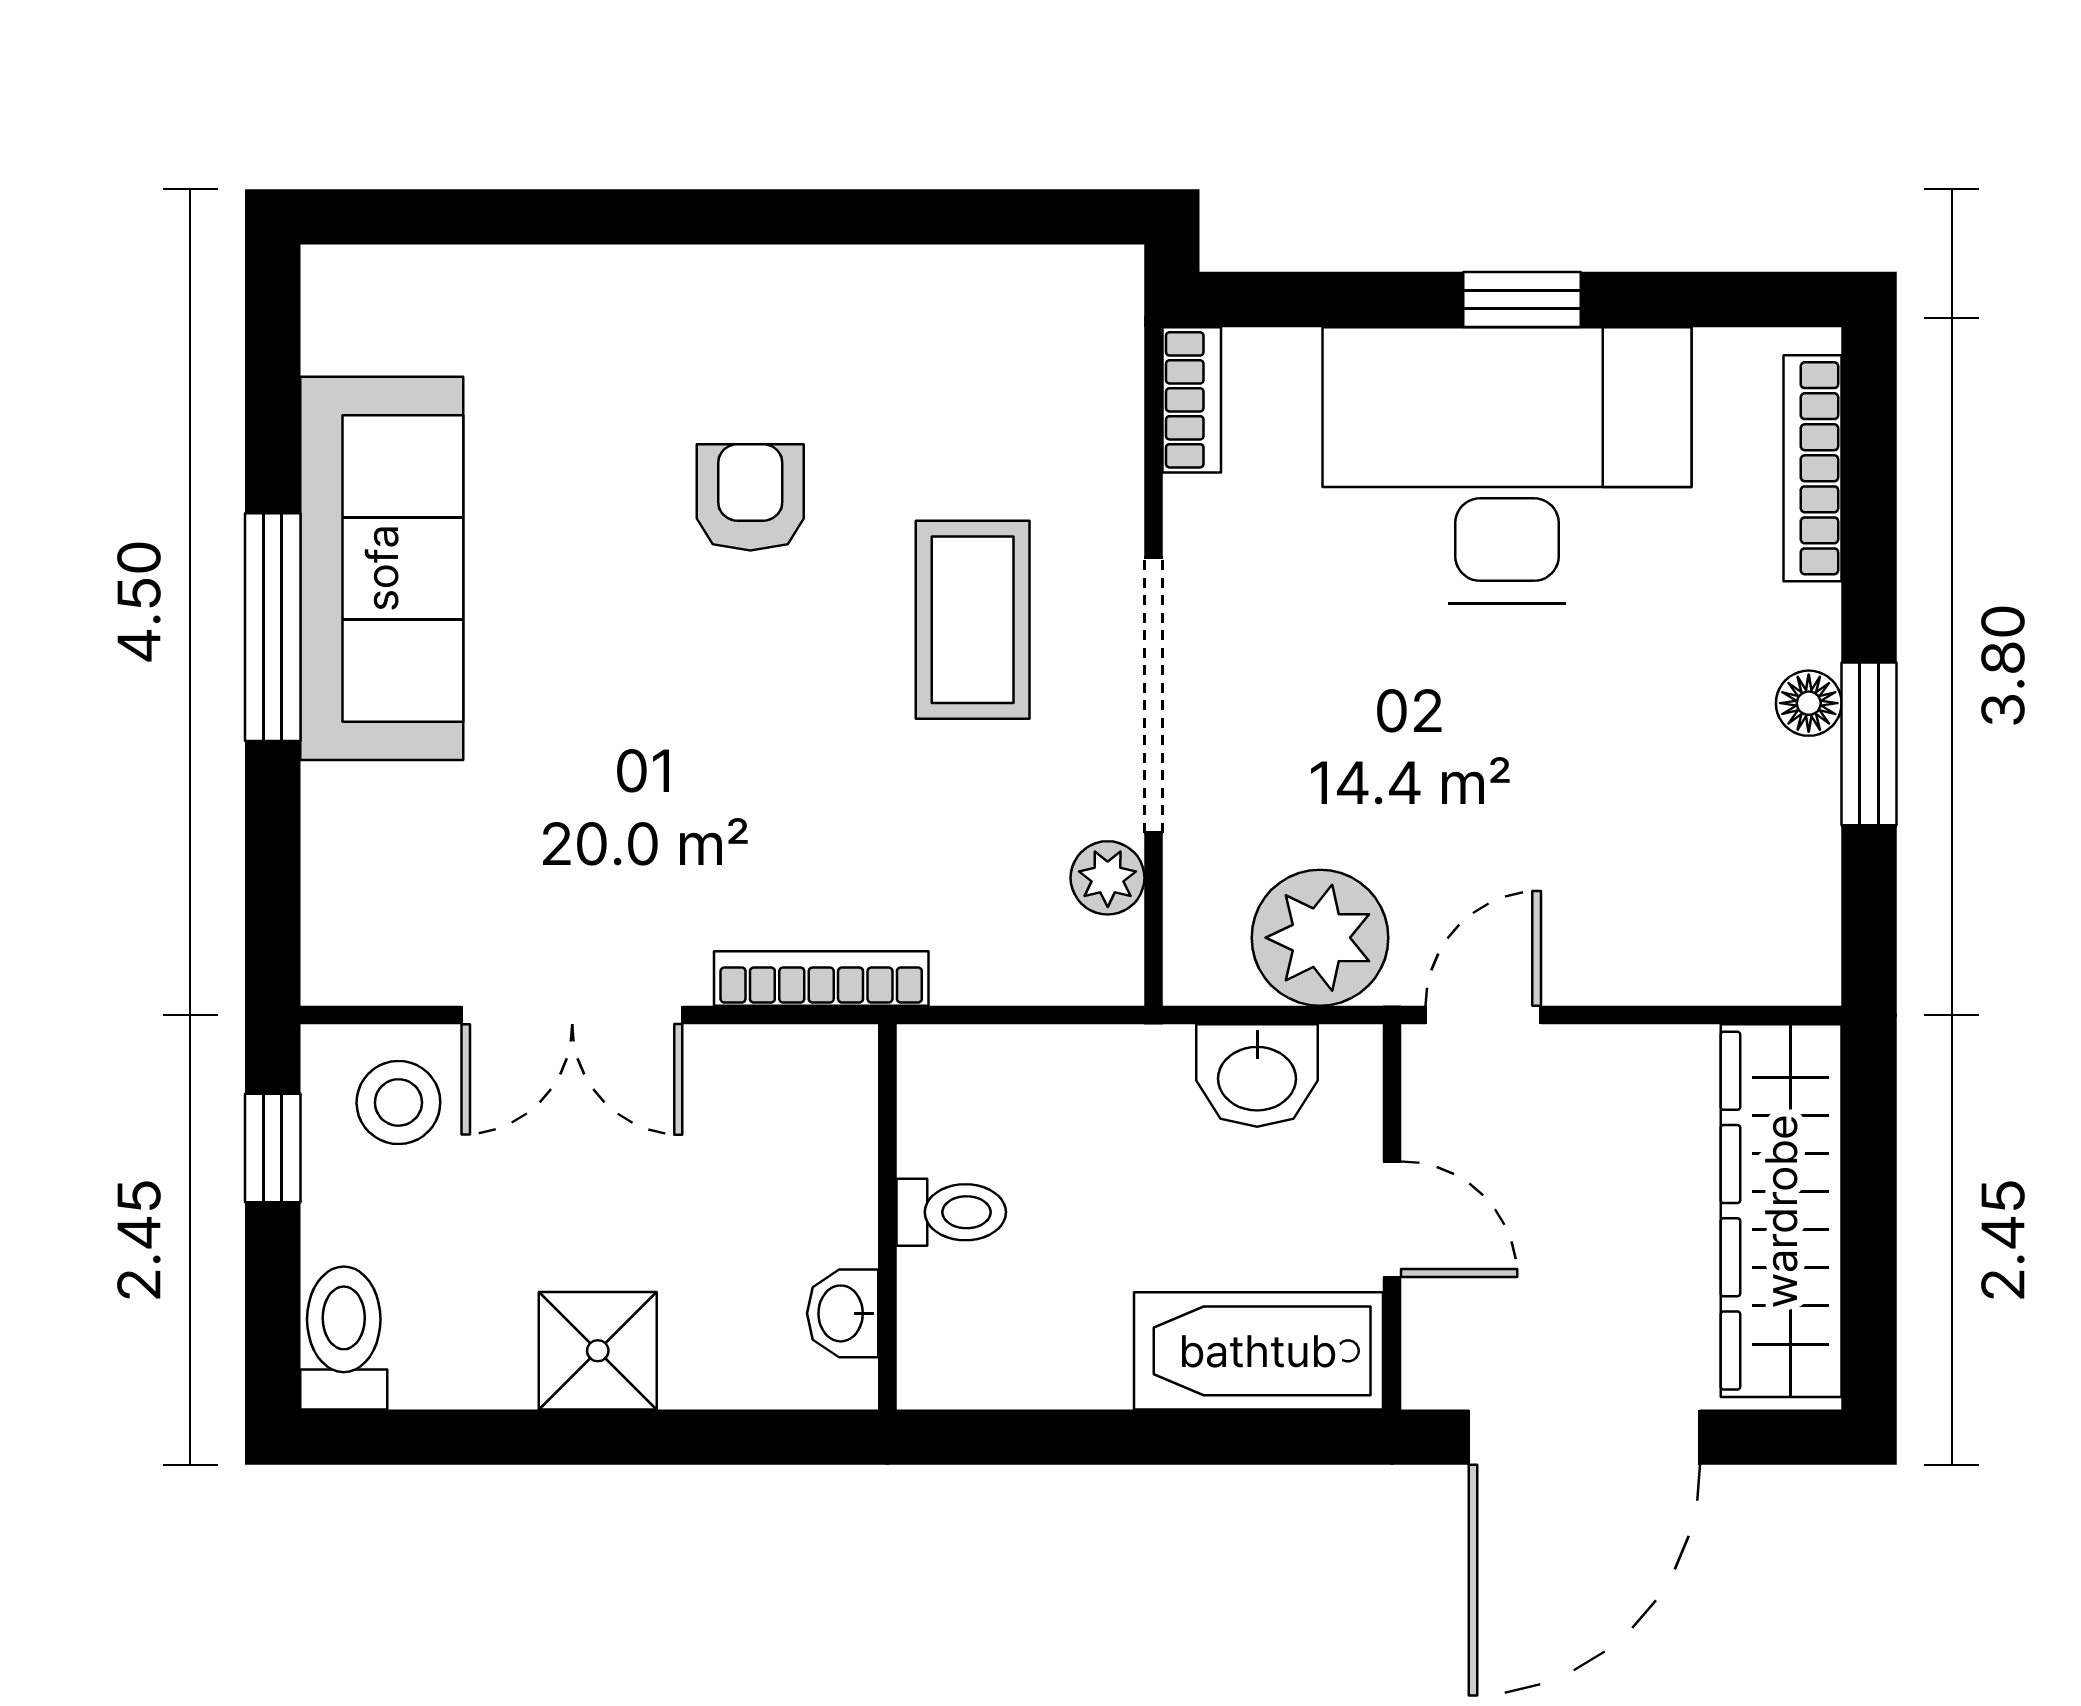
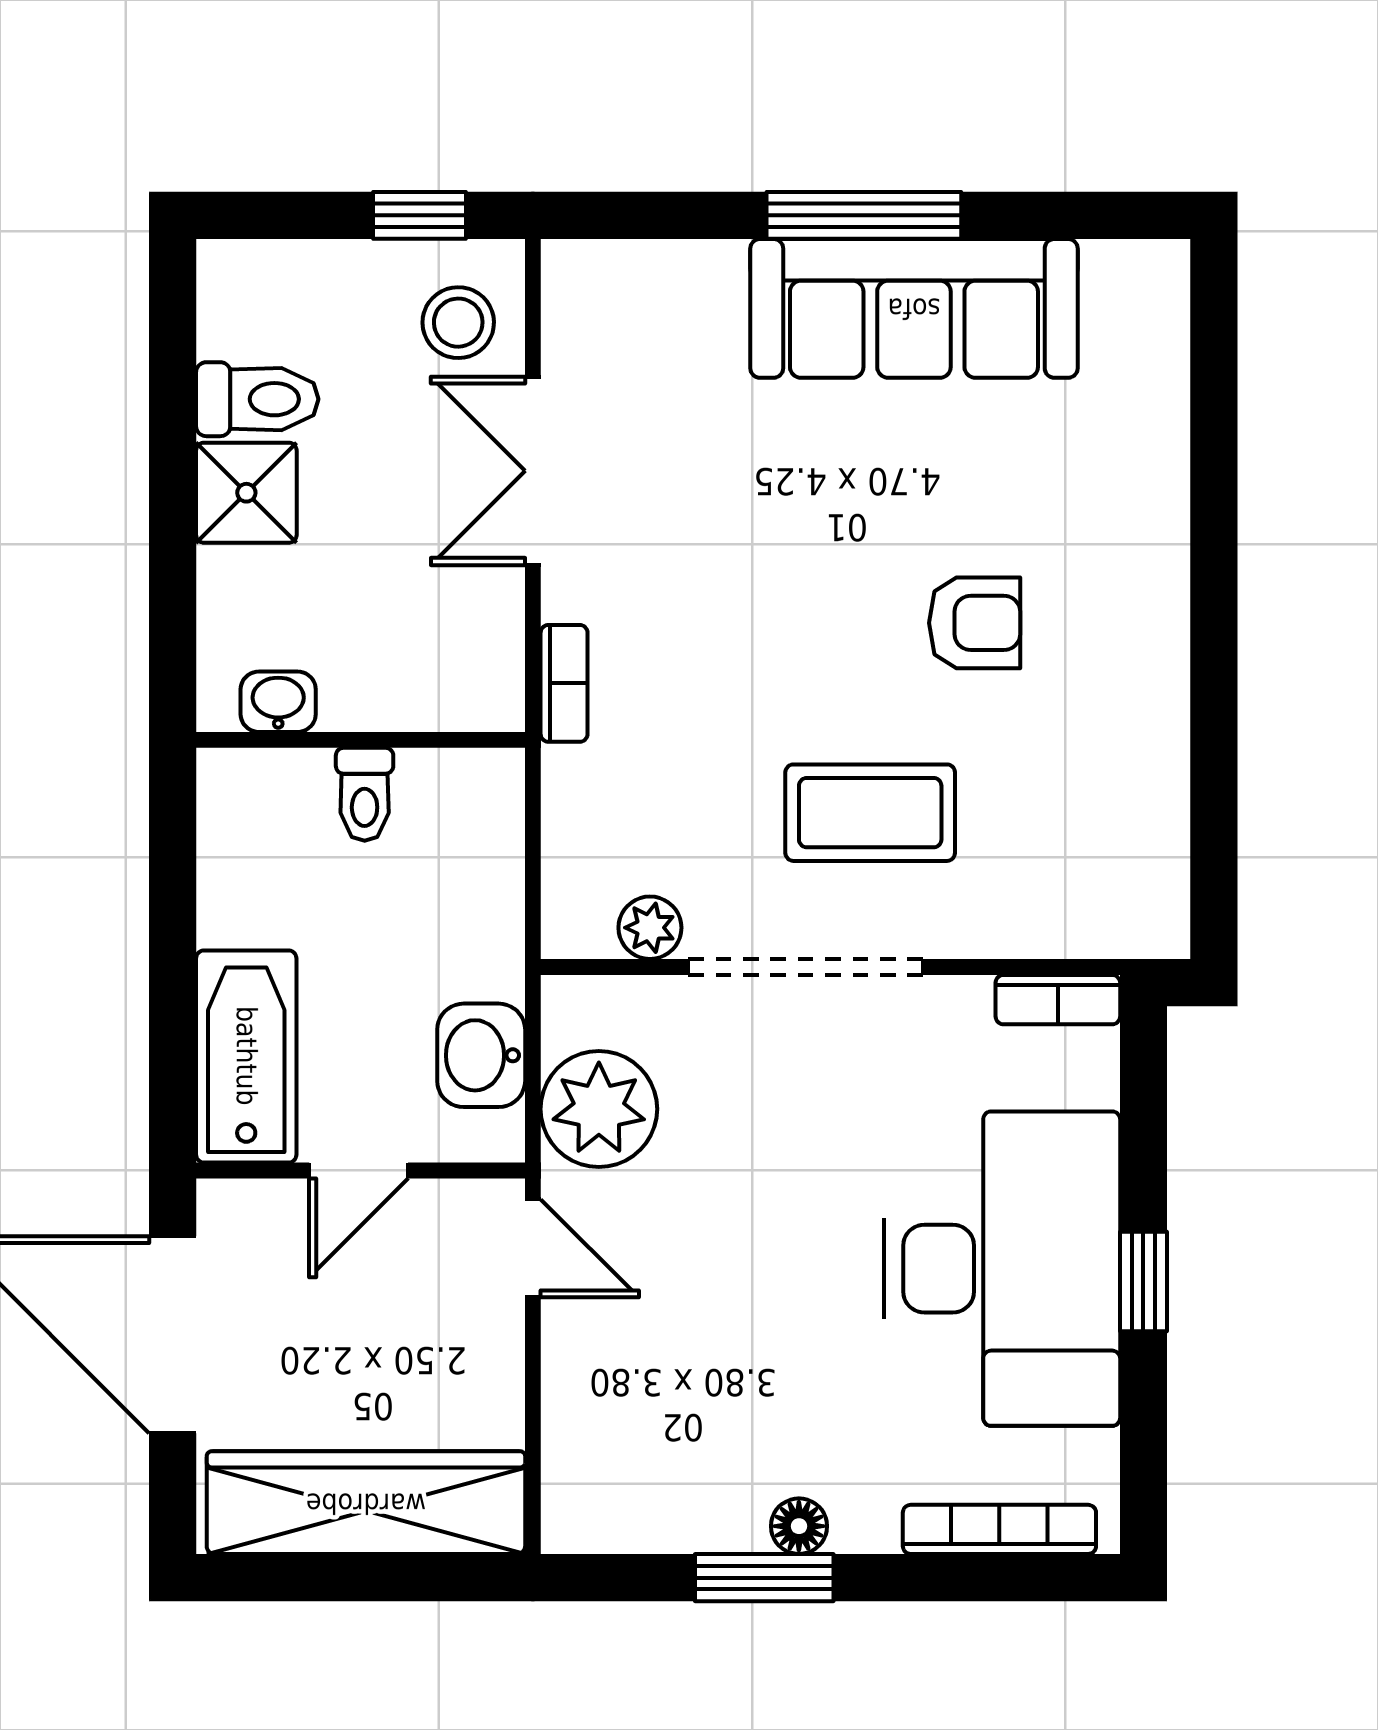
bookcase: (821, 978) -> (564, 683), width x0.64
toilet: (344, 1338) -> (257, 399), moved

